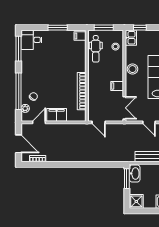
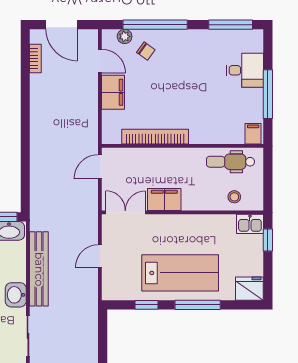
window: (58, 28) -> (268, 94), width x1.44
window: (104, 28) -> (268, 176), removed
desk: (31, 40) -> (245, 70), moved, turned 90
stool: (132, 69) -> (194, 227), removed
filing cabinet: (117, 86) -> (164, 200), width x2.00
double door: (124, 108) -> (125, 212), swing flipped
door: (19, 144) -> (62, 25), hinge flipped

